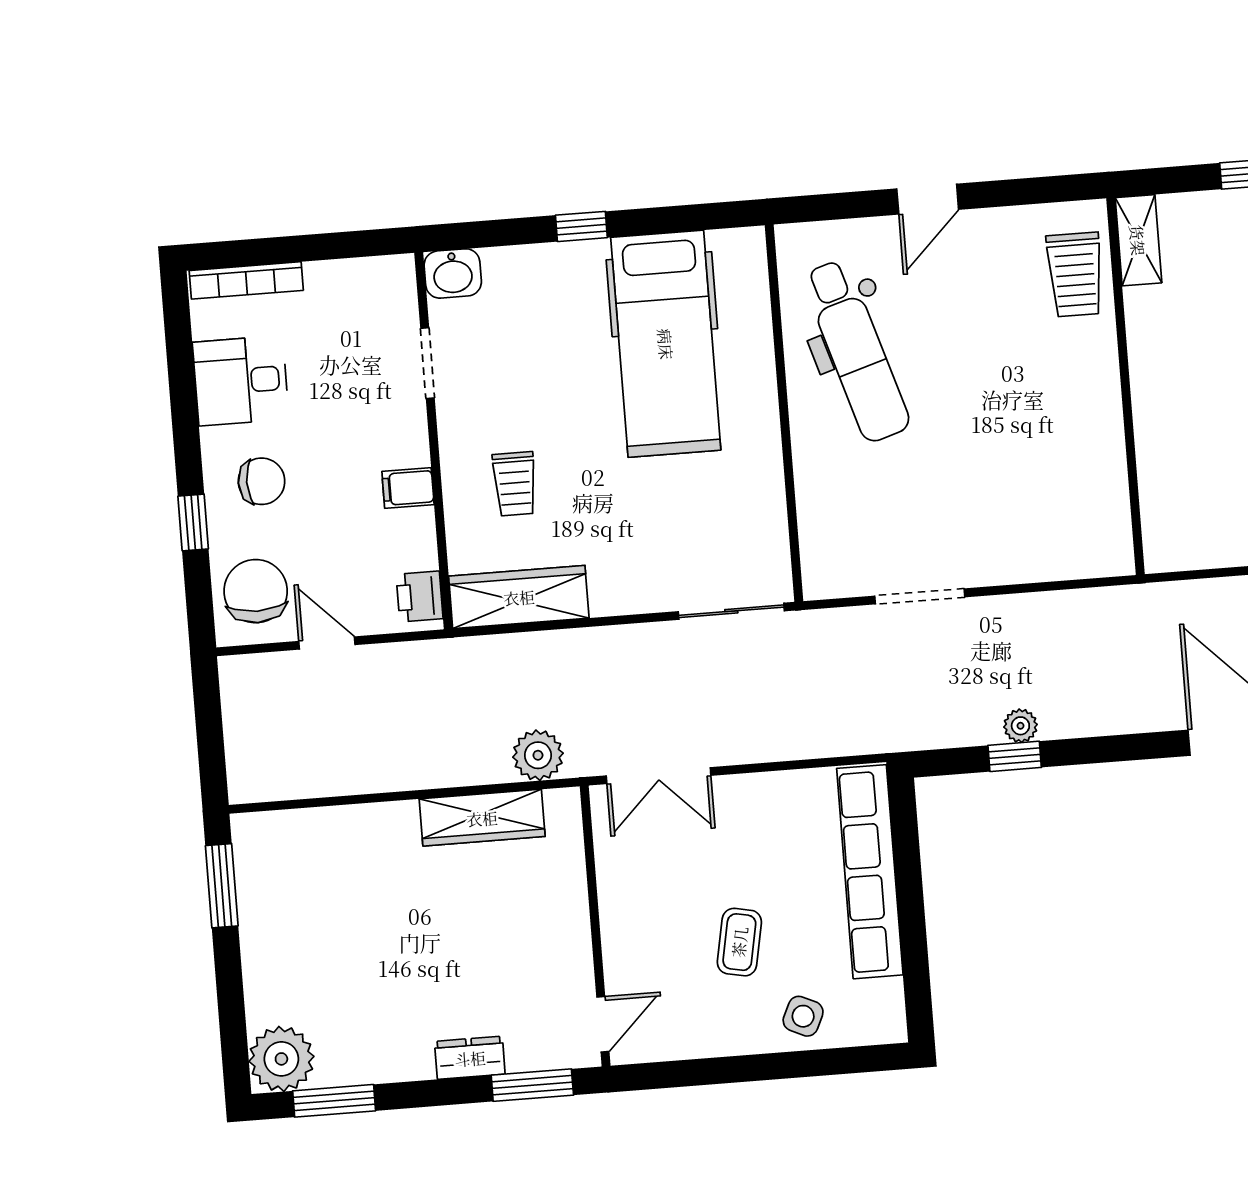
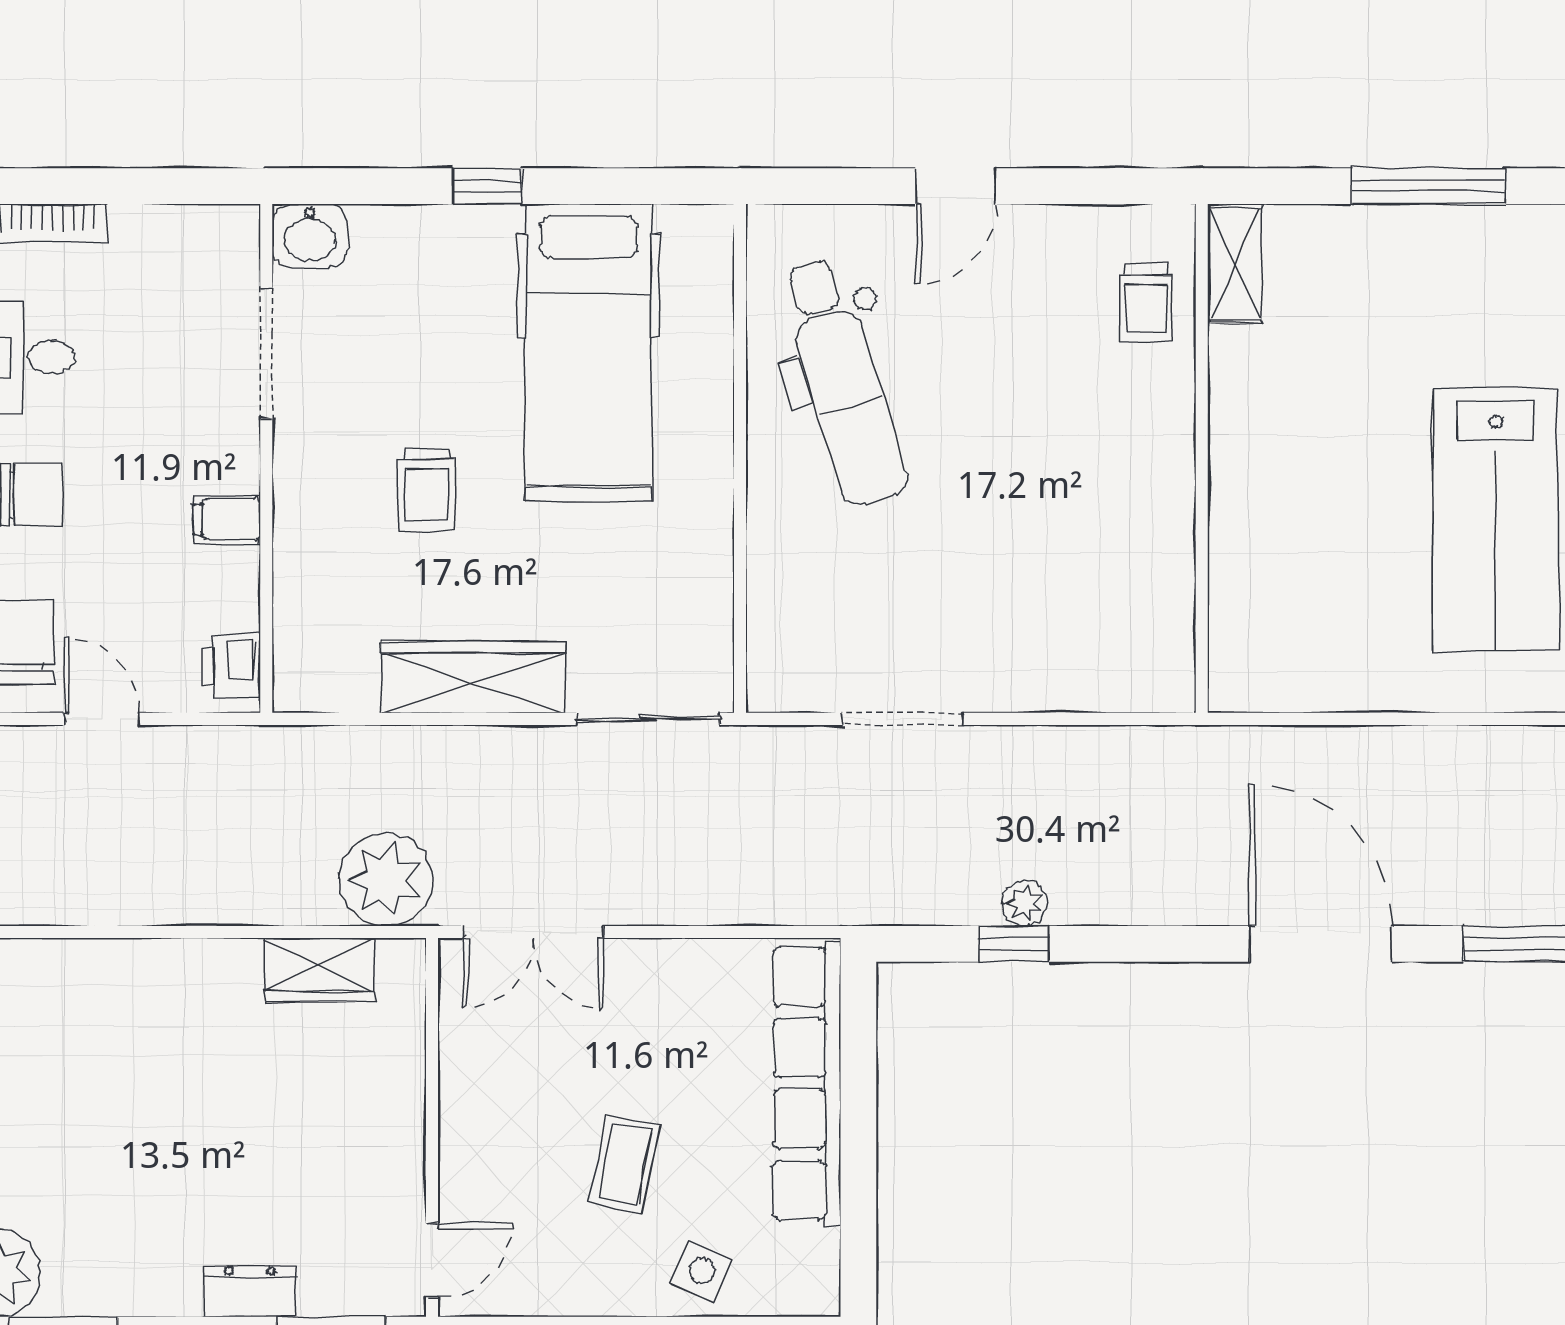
trolley: (1075, 274) -> (1146, 303), width x0.73, depth x0.72
doorway: (427, 363) -> (266, 353), width x1.38
trolley: (515, 484) -> (427, 489), moved
wardrobe: (519, 597) -> (474, 677), moved
plant: (538, 755) -> (386, 879), width x1.36, depth x1.36
wardrobe: (482, 818) -> (319, 970), width x0.67

